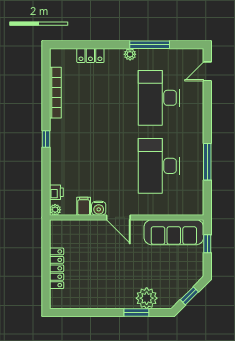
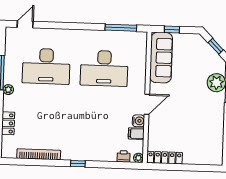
door: (207, 71) -> (25, 24), swing flipped
window: (207, 162) -> (121, 28), moved
locker: (57, 268) -> (165, 158), moved

